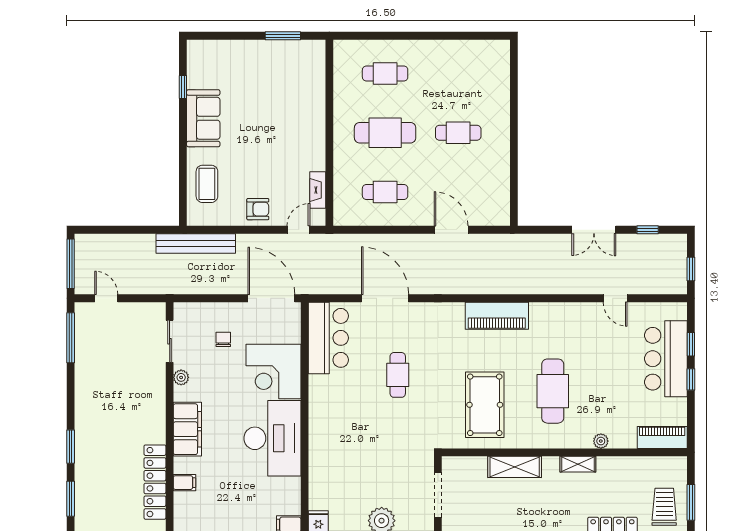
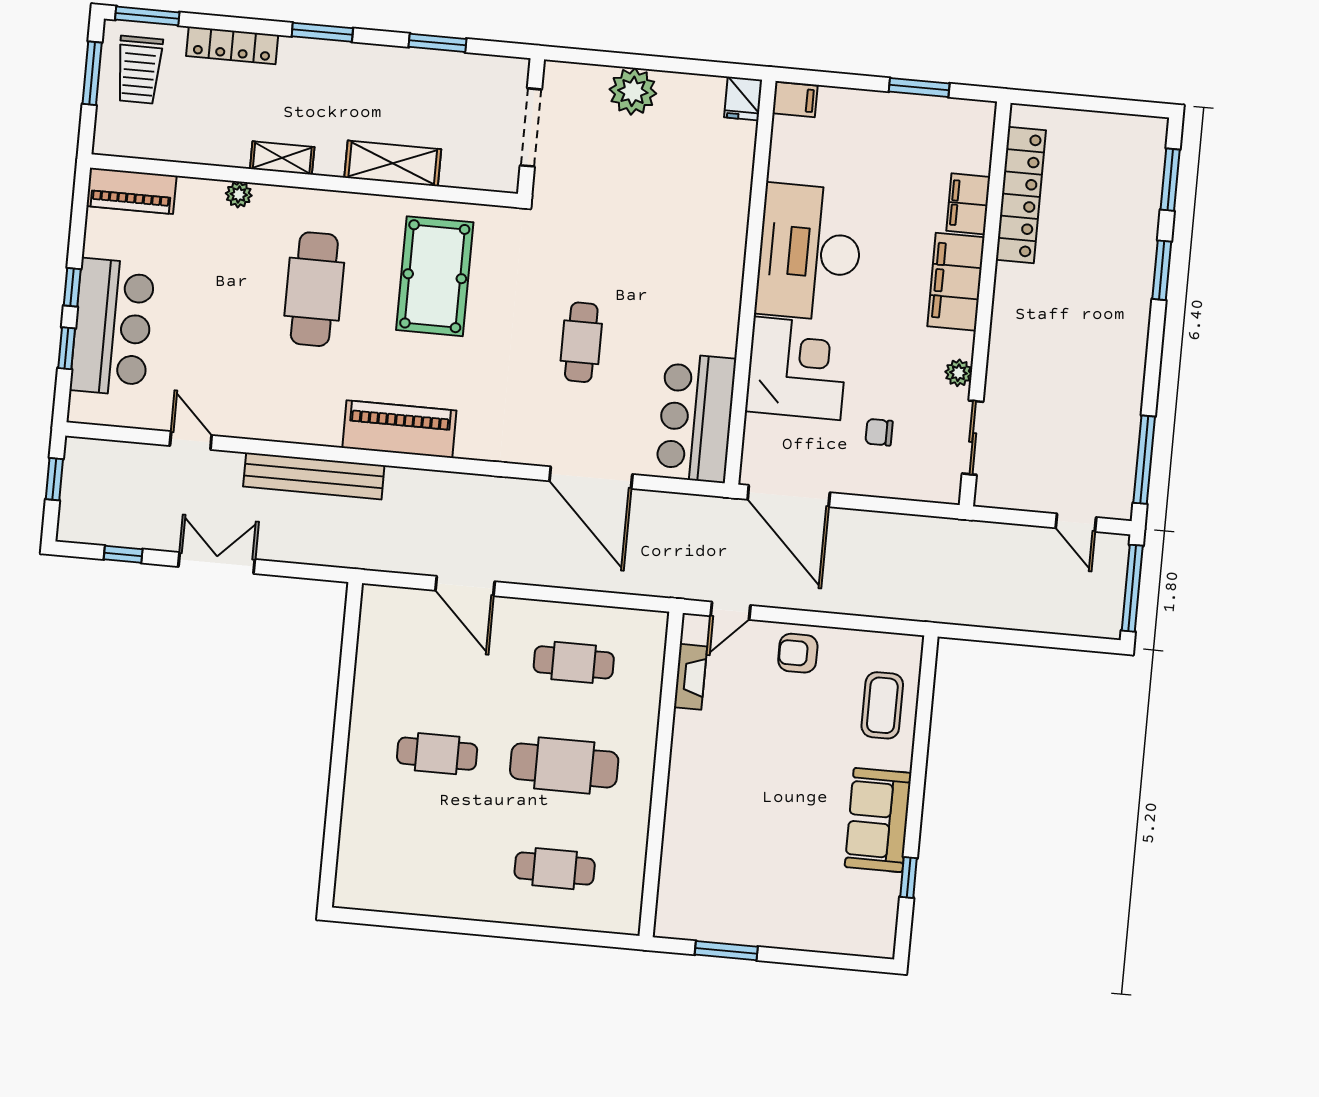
bench: (196, 243) -> (314, 476), moved
chair: (223, 339) -> (879, 432), turned 90
filing cabinet: (184, 483) -> (968, 204), width x2.00

